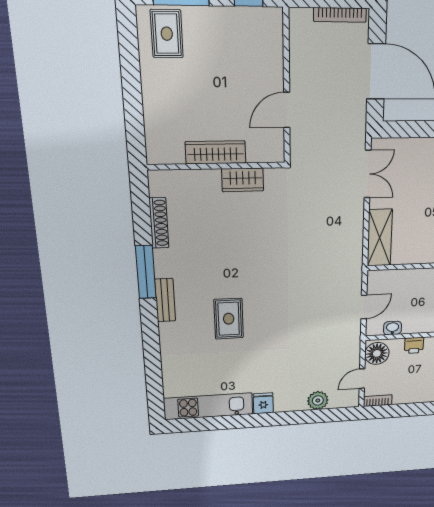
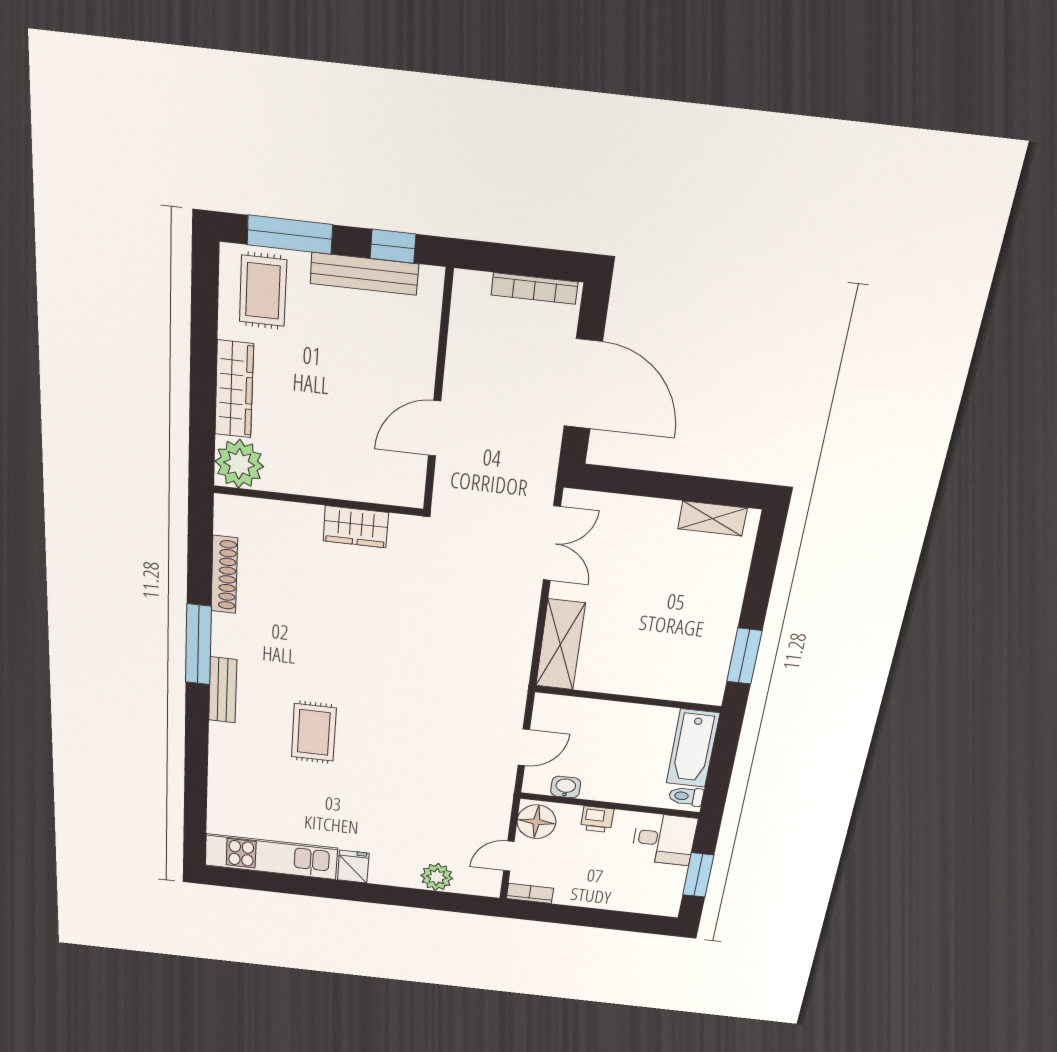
bench: (232, 16) -> (364, 274), added
plant: (162, 148) -> (239, 464), added
wardrobe: (216, 152) -> (234, 389), moved, turned 90

